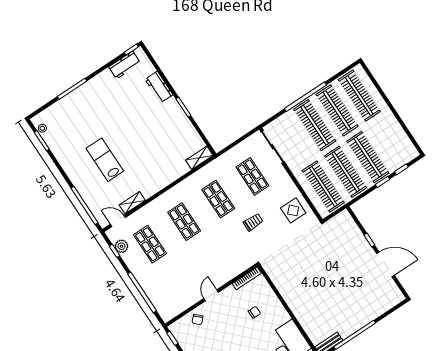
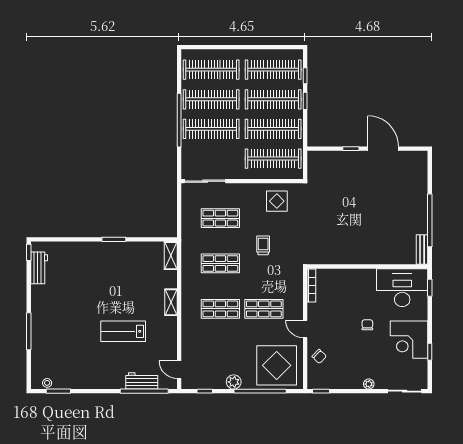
workbench: (159, 87) -> (142, 381), moved, turned 180
clothes rail: (390, 142) -> (273, 70), added
lab bench: (105, 160) -> (123, 331), moved
shelving: (132, 203) -> (171, 302), moved
door: (118, 221) -> (179, 370), hinge flipped
shop shelf: (150, 244) -> (264, 309), moved
plant: (121, 246) -> (234, 382), moved
door: (385, 264) -> (383, 149), hinge flipped
display table: (170, 292) -> (277, 365), added
chair: (254, 312) -> (367, 325), moved

